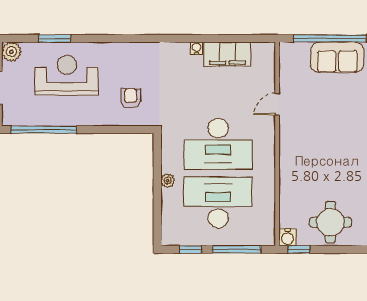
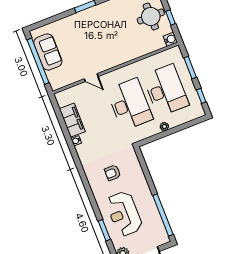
armchair: (131, 98) -> (113, 173), moved
desk: (218, 203) -> (166, 90), turned 180
window: (237, 249) -> (190, 68), width x0.69
window: (299, 249) -> (170, 18), moved

